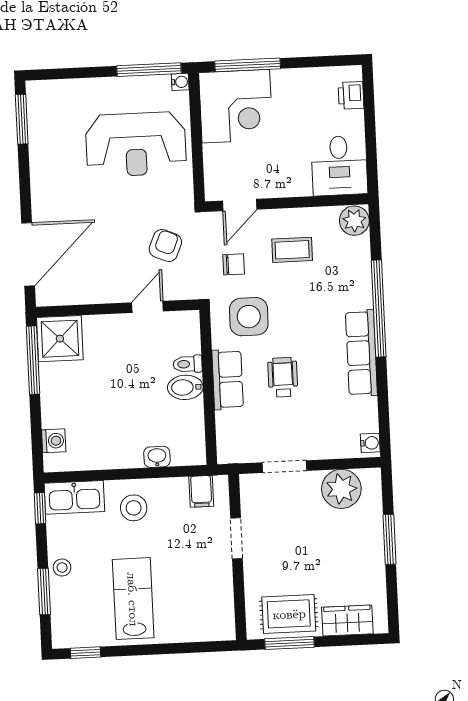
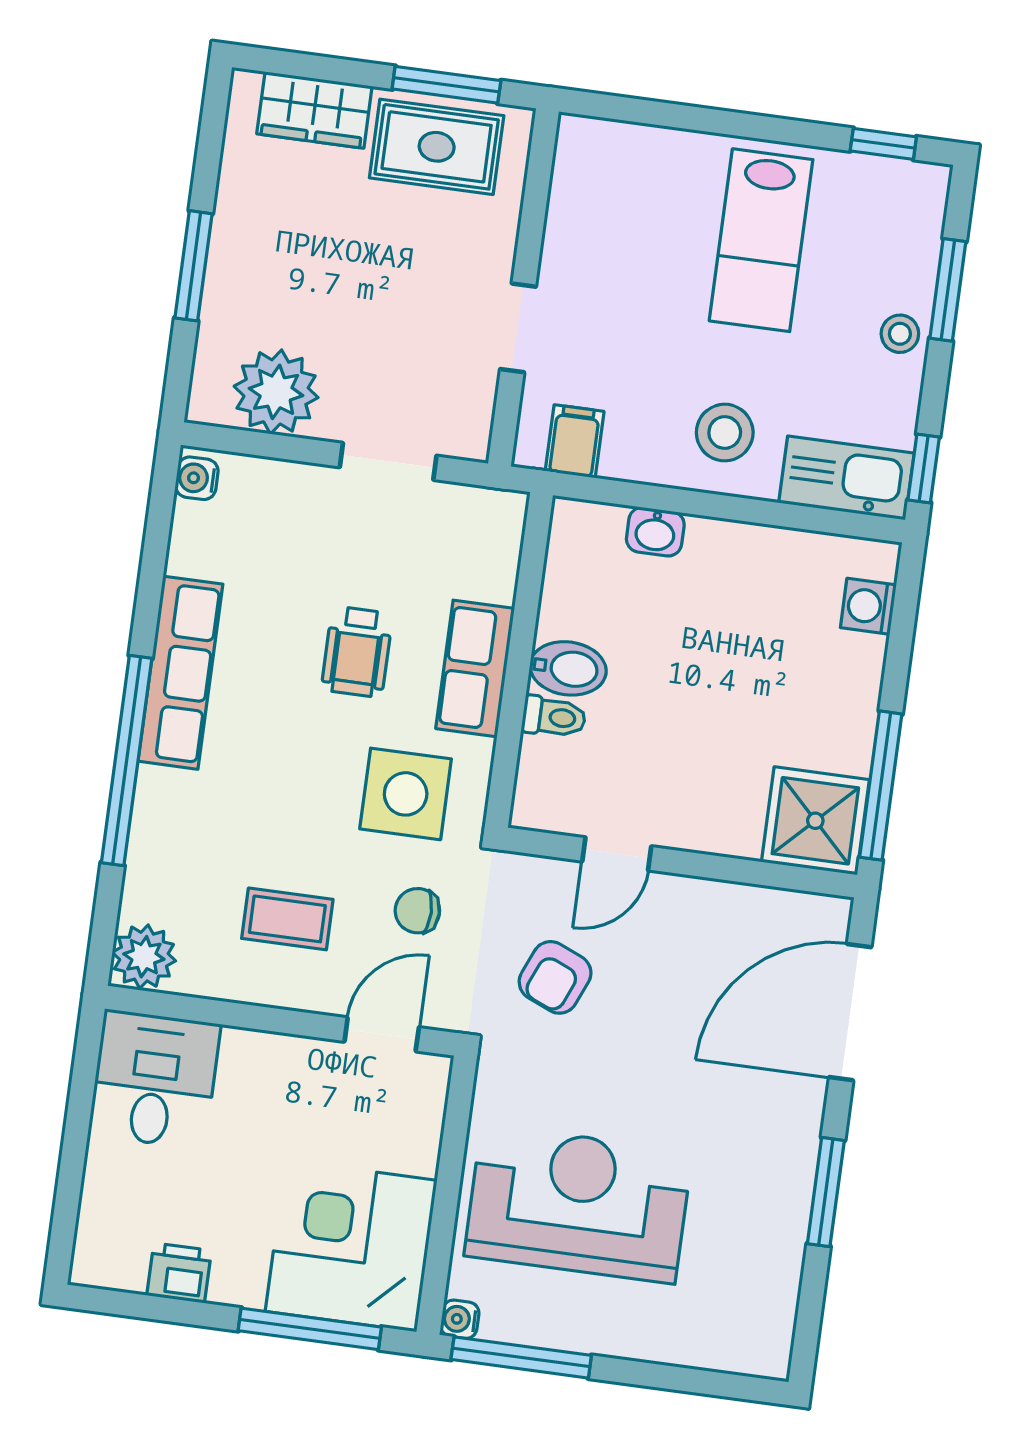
printer: (351, 95) -> (179, 1273), moved, turned -90
window: (22, 119) -> (826, 1192), moved

